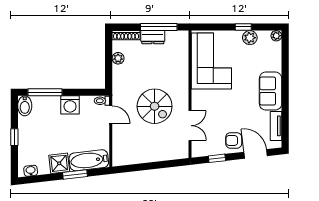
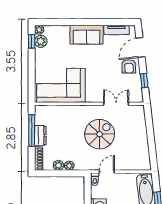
window: (243, 27) -> (32, 41), moved
plant: (250, 38) -> (41, 41), moved
plant: (118, 71) -> (69, 166), added

